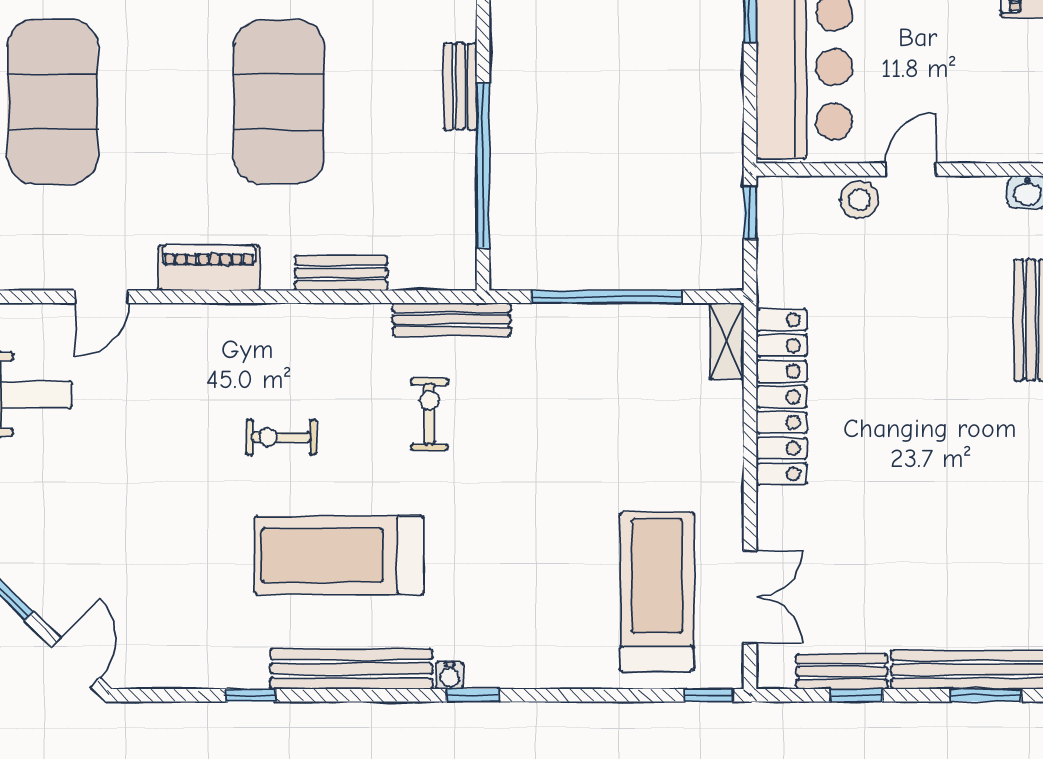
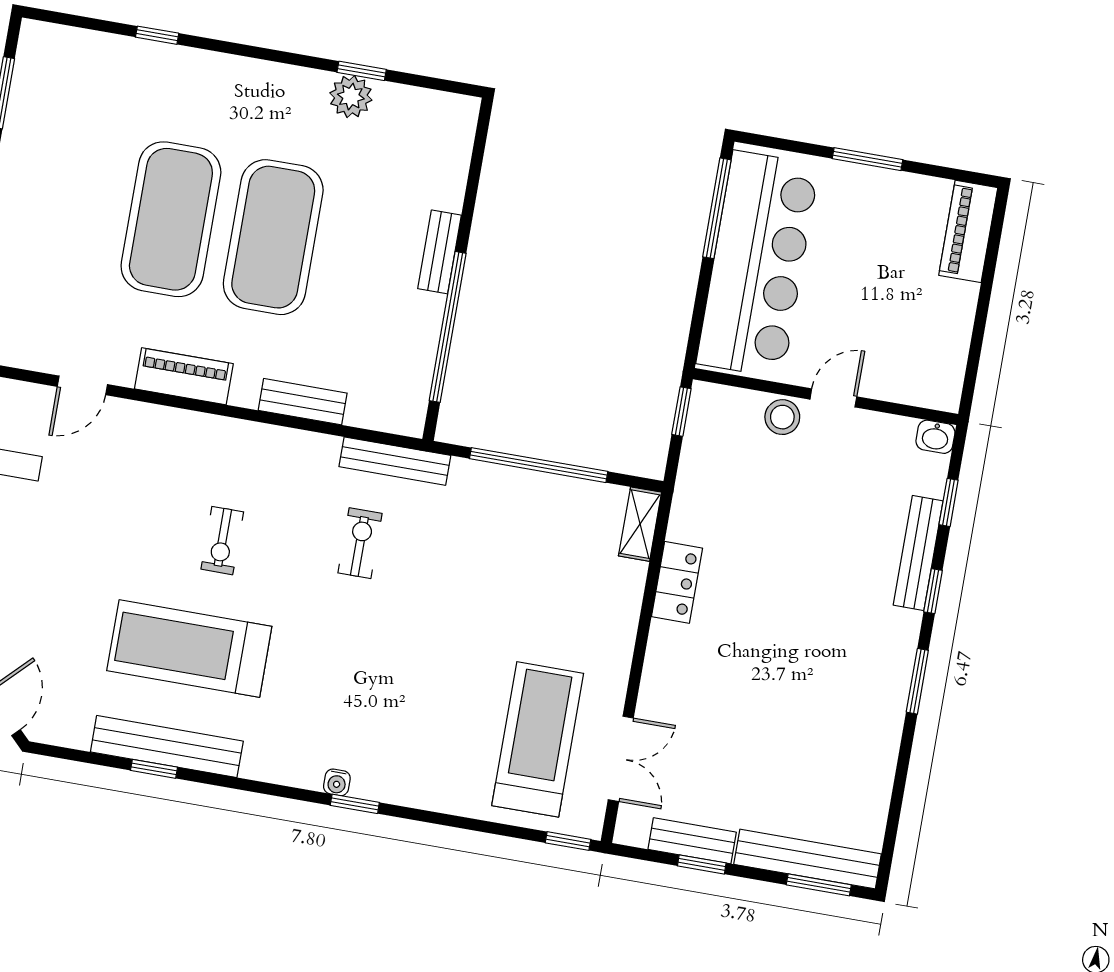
exercise mat: (52, 102) -> (171, 219), moved
locker: (782, 397) -> (677, 582), width x0.46, depth x0.83
exercise bike: (281, 437) -> (222, 541), turned -90
treadmill: (339, 555) -> (189, 649), moved
bench: (351, 669) -> (167, 747), moved

